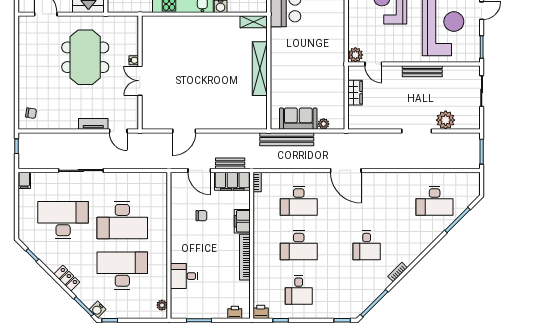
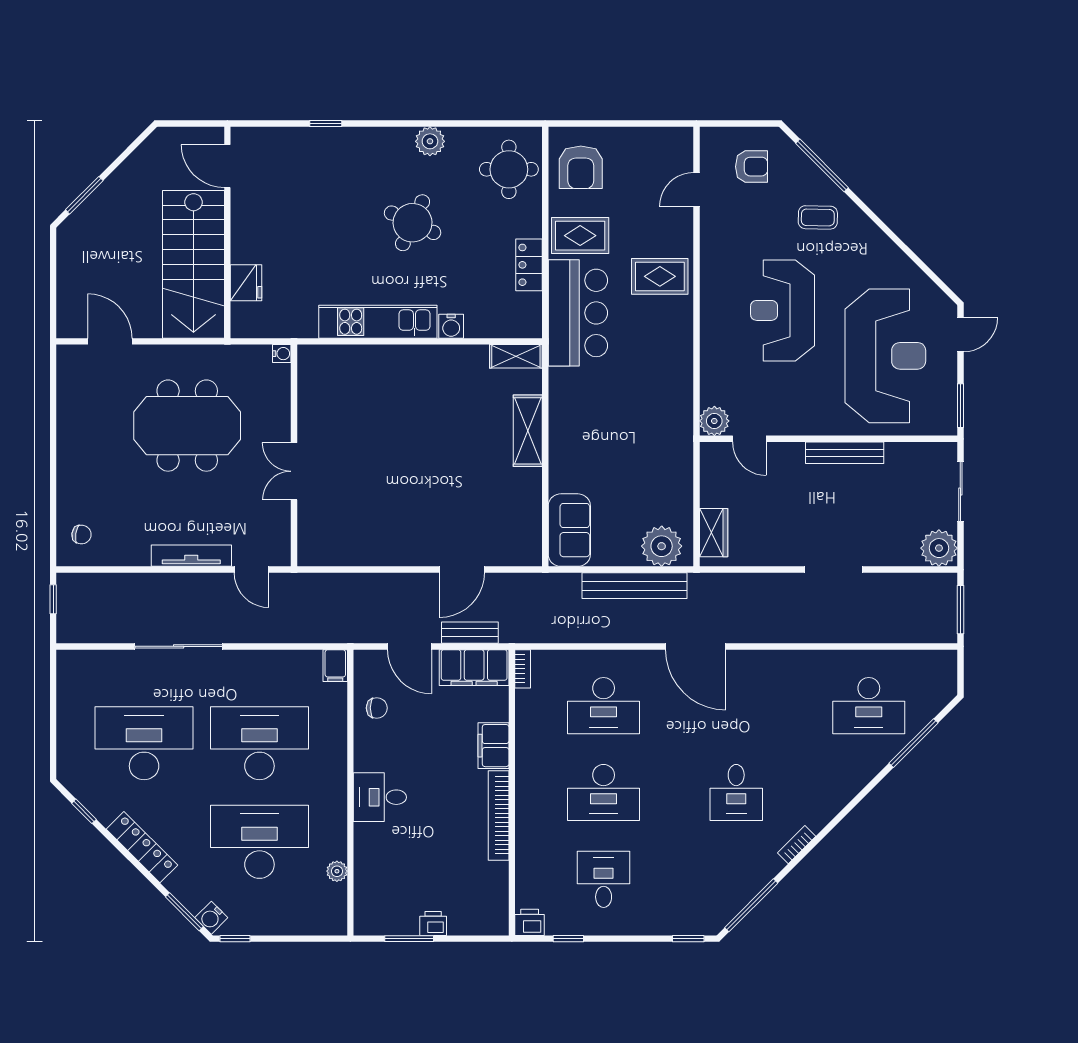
meeting table: (85, 57) -> (187, 426), turned 90
water cooler: (134, 60) -> (282, 354), moved
shelving: (260, 69) -> (528, 431), width x0.68
wardrobe: (355, 93) -> (714, 533), moved
sofa: (298, 119) -> (569, 530), moved, turned 90
plant: (446, 120) -> (939, 548), moved
tv unit: (93, 124) -> (191, 556), width x1.41
plant: (324, 124) -> (662, 546), width x1.88, depth x1.88
door: (184, 131) -> (462, 570), moved
bench: (287, 139) -> (634, 586), moved
filing cabinet: (24, 180) -> (335, 666), moved
chair: (201, 216) -> (377, 708), moved
desk: (122, 220) -> (259, 743), turned 180
desk: (184, 276) -> (380, 797), moved
locker: (67, 278) -> (142, 847), width x1.53
desk: (299, 290) -> (604, 879), turned 180
plant: (162, 305) -> (337, 871), moved
printer: (235, 312) -> (433, 923), moved

